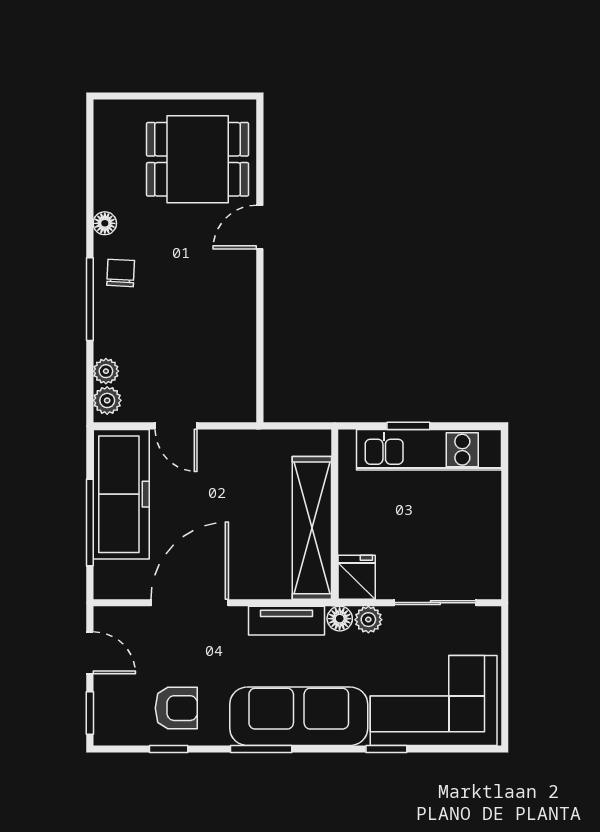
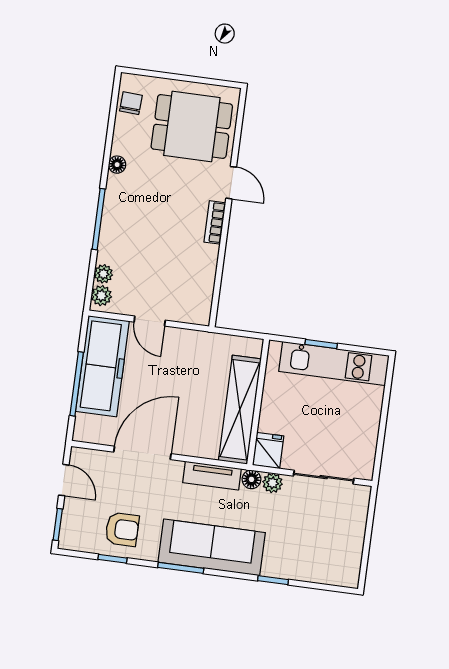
door: (260, 227) -> (231, 183), swing flipped
chair: (121, 273) -> (131, 103), moved
bookcase: (245, 283) -> (215, 222), added
corner sofa: (434, 700) -> (313, 549), removed

